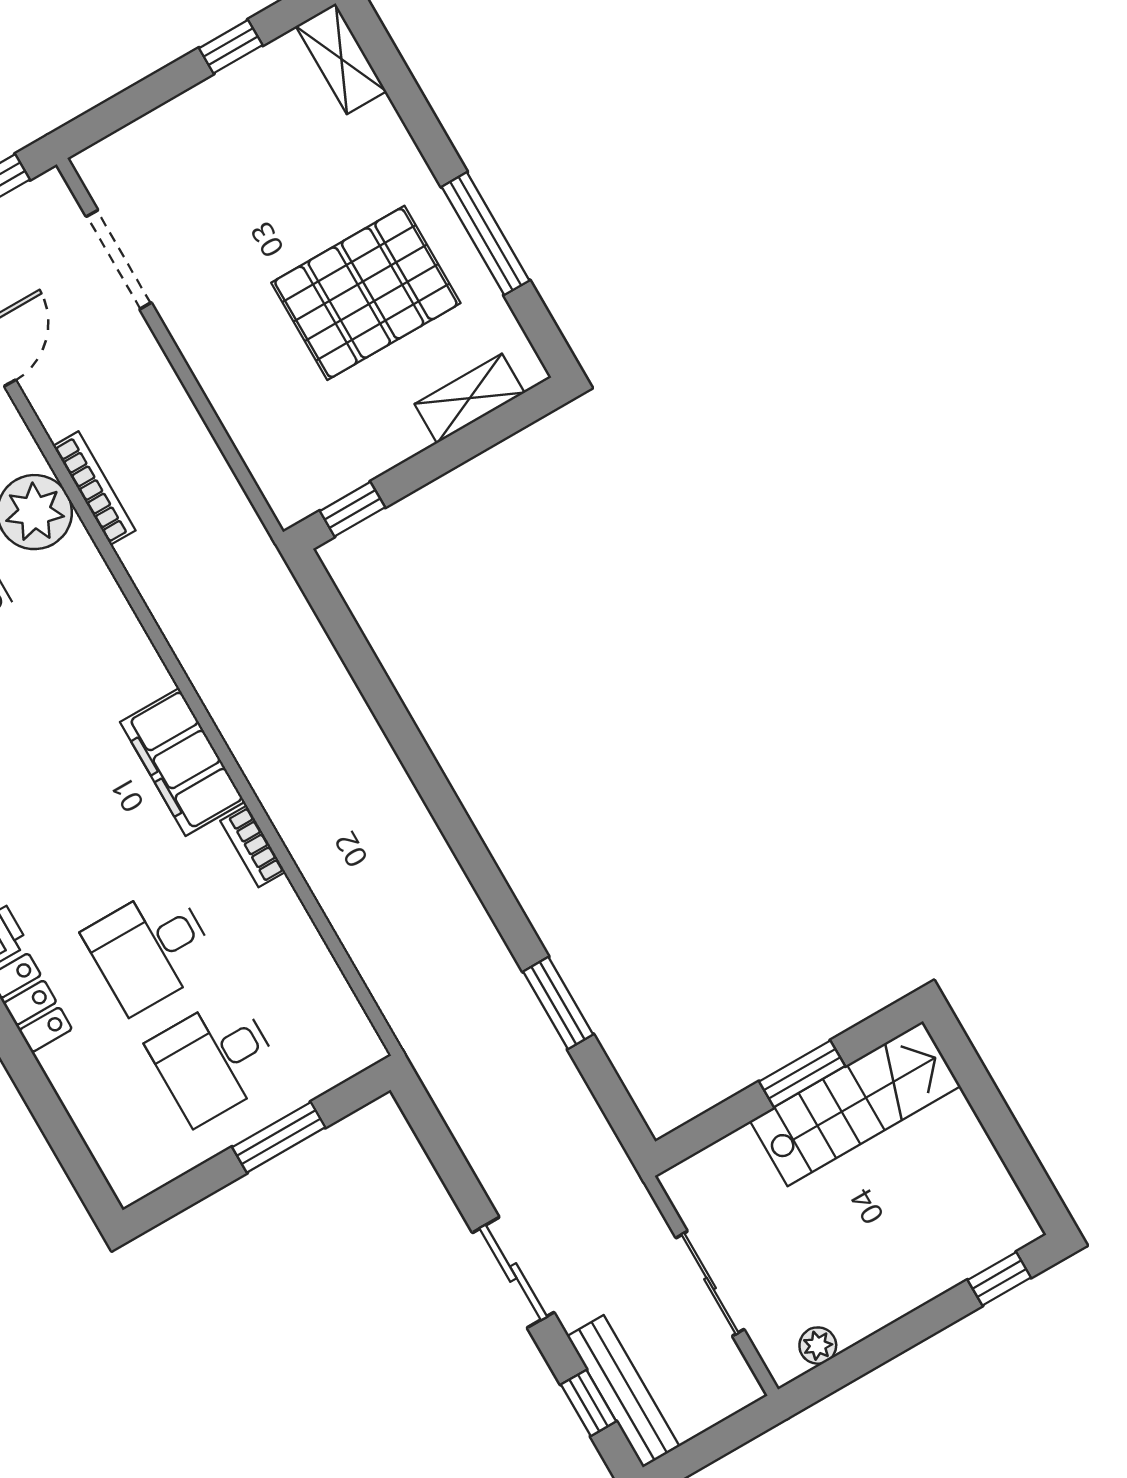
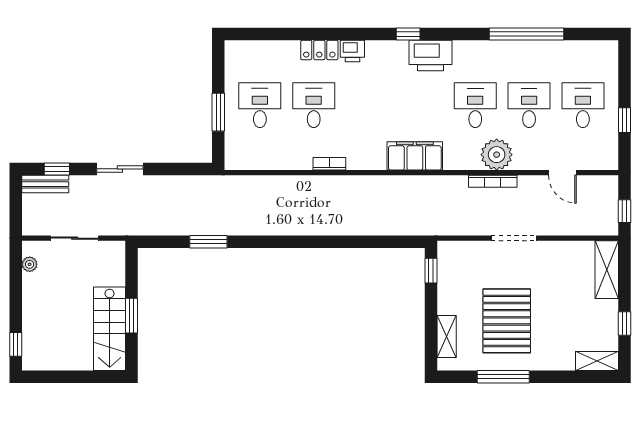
shelving: (141, 148) -> (607, 270), added
doorway: (119, 260) -> (514, 238), moved
filing cabinet: (182, 762) -> (415, 156), moved
bench: (623, 1391) -> (45, 184), width x0.73

